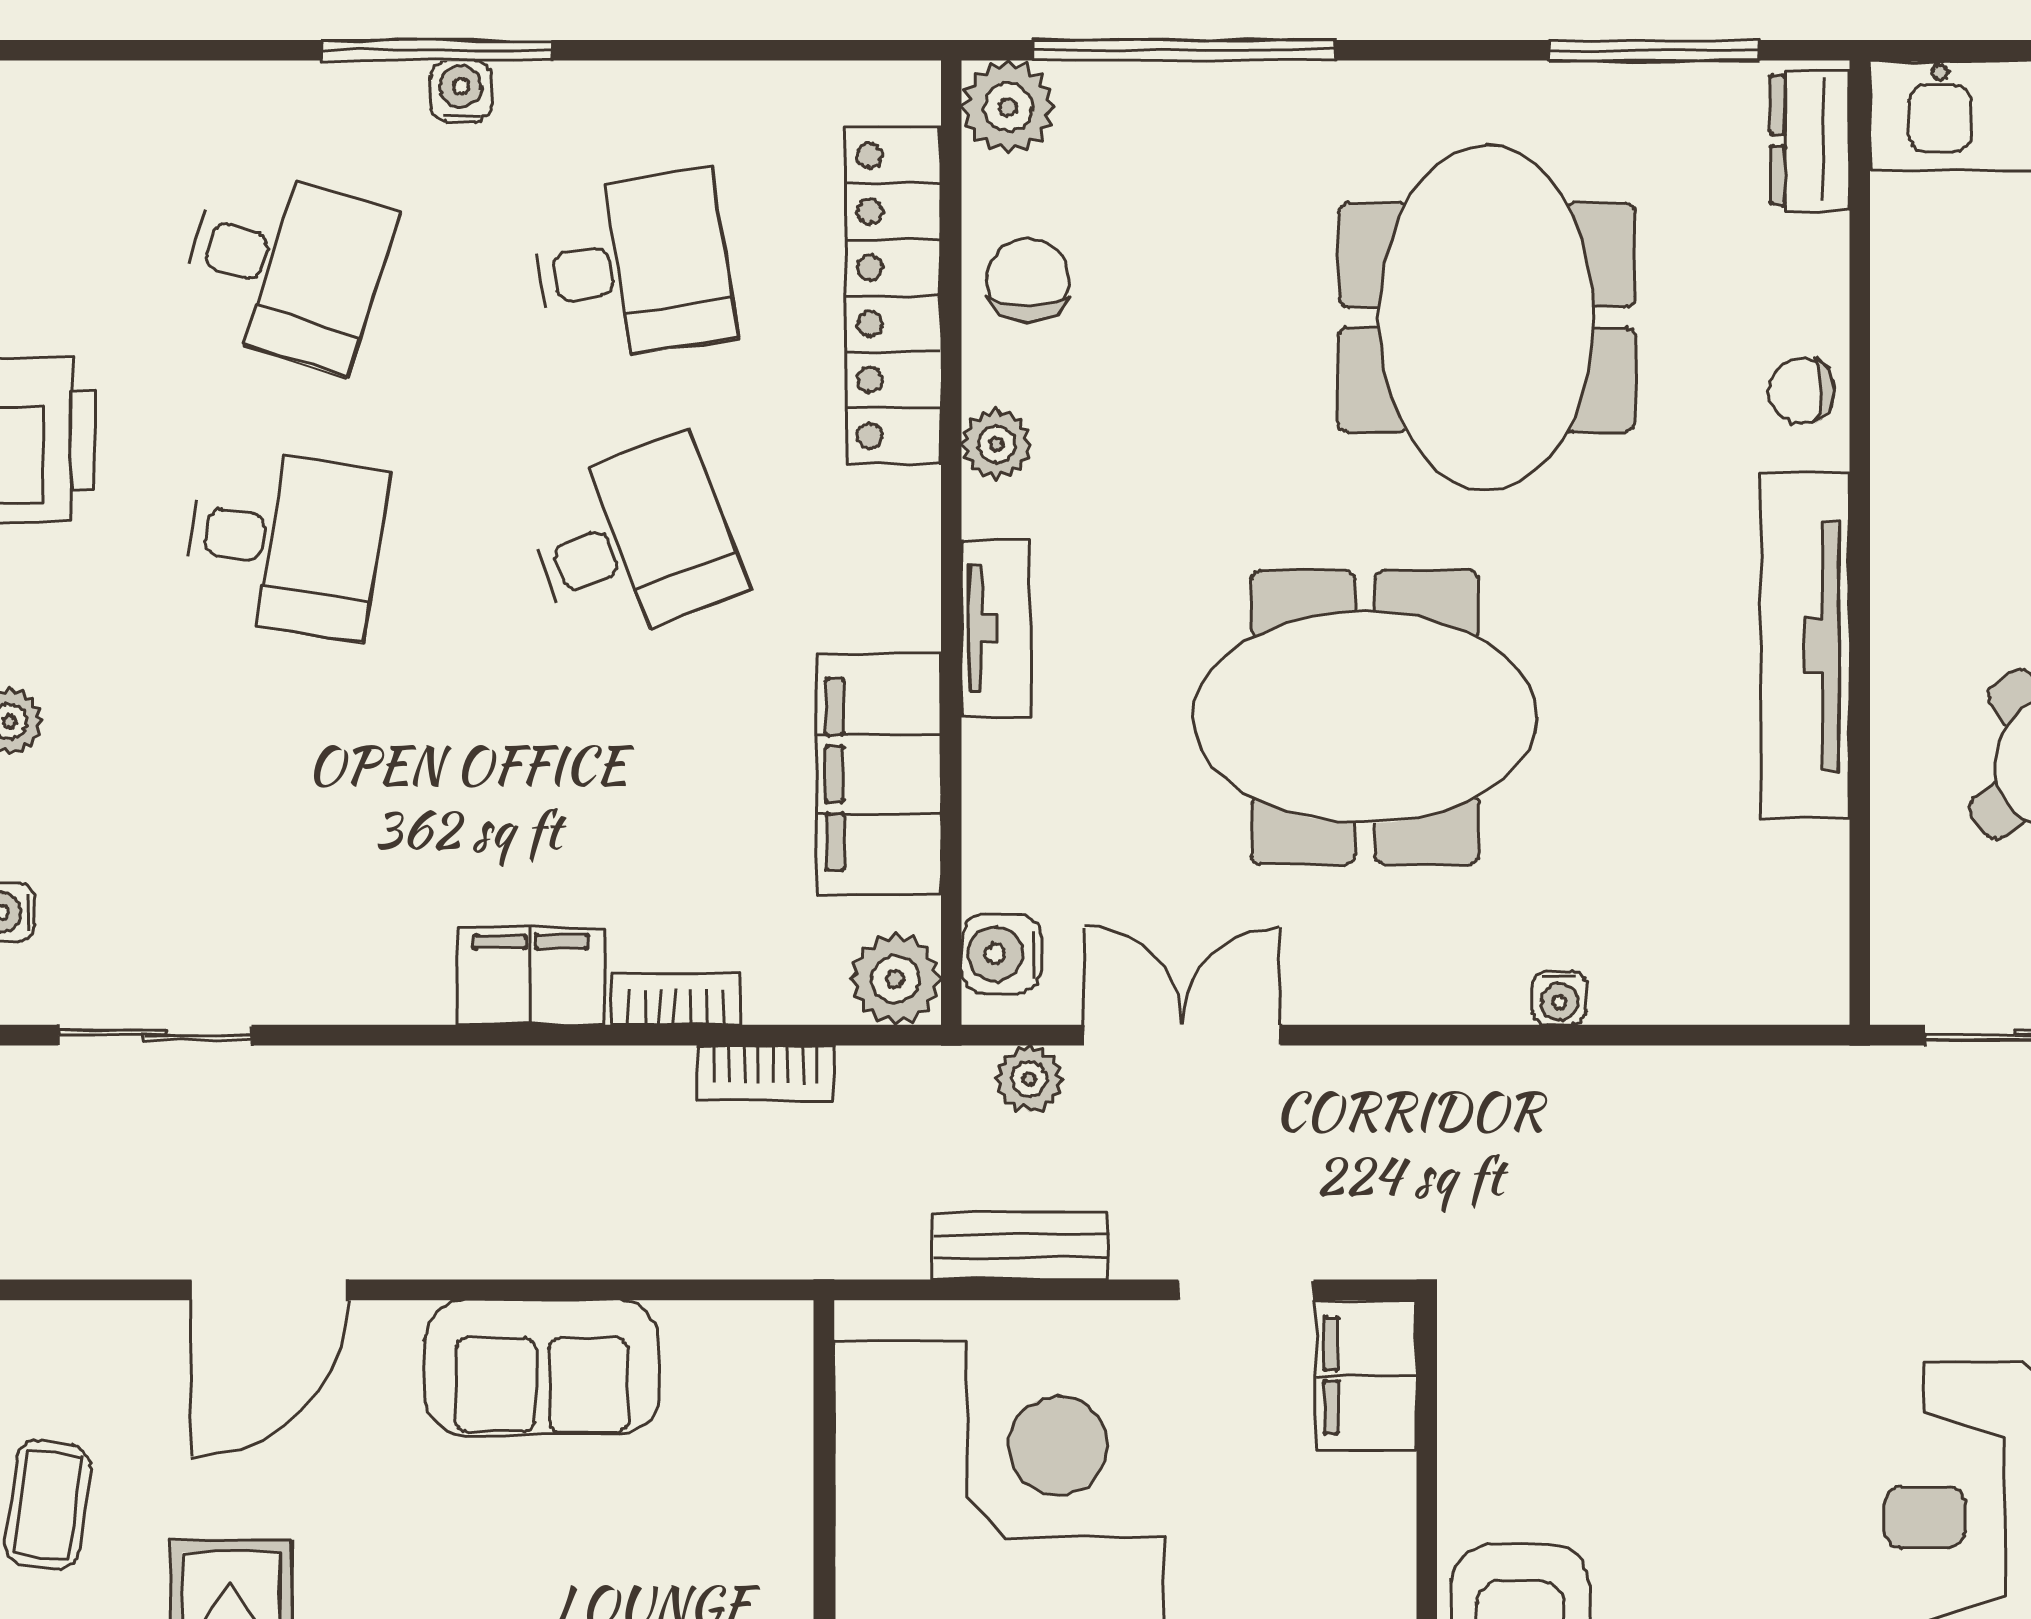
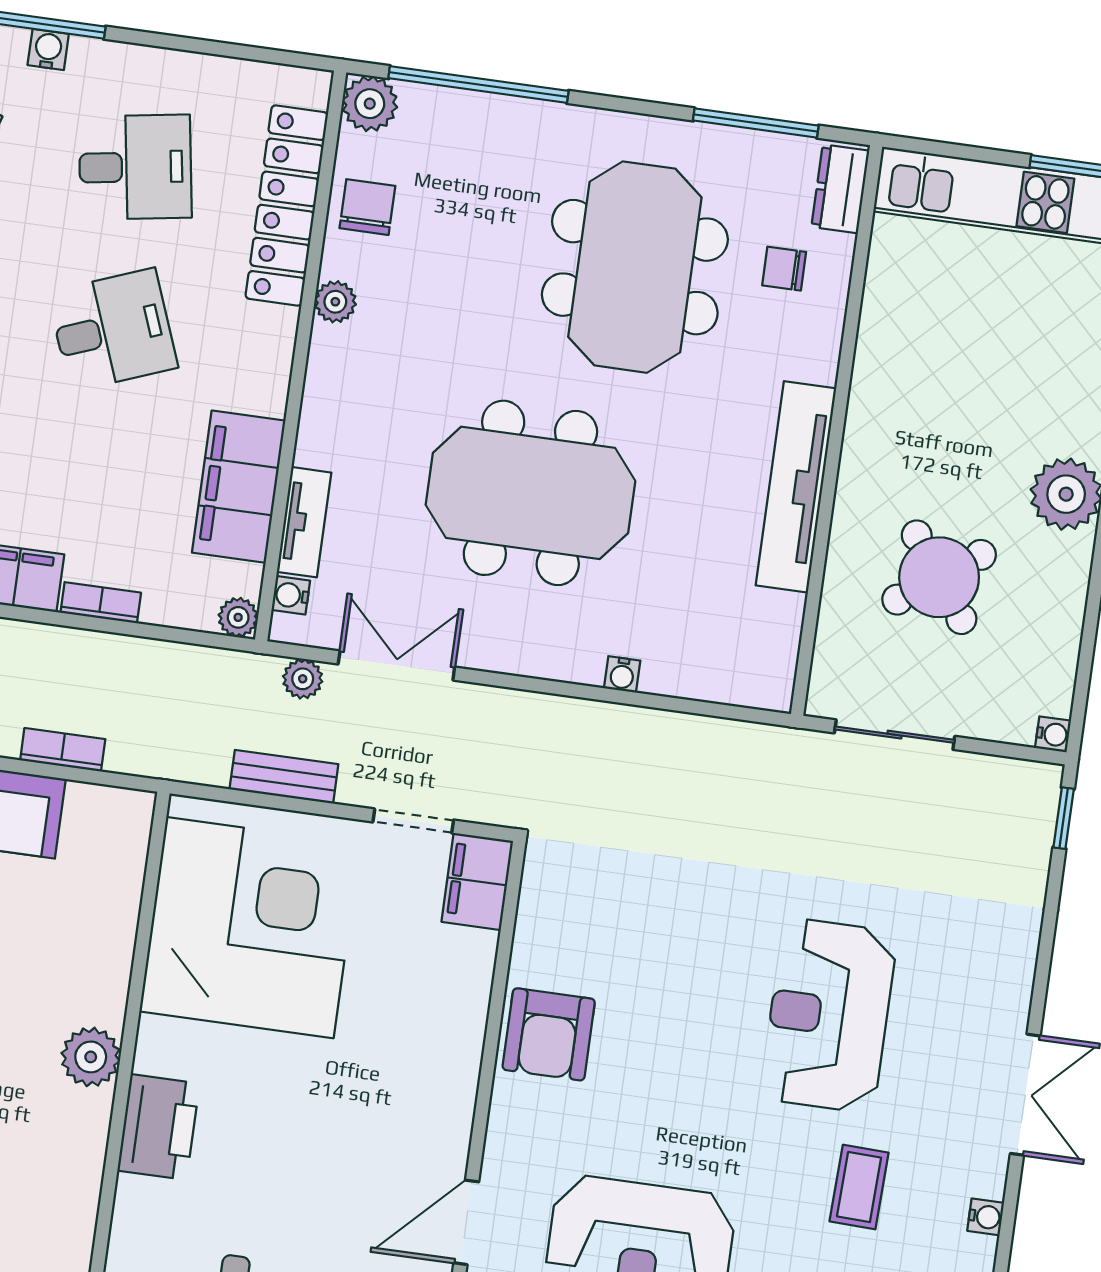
chair: (1802, 391) -> (784, 269), moved
tv unit: (995, 628) -> (304, 522), moved
water cooler: (1001, 954) -> (291, 595), width x0.72, depth x0.72
plant: (895, 979) -> (238, 617), width x0.73, depth x0.73
bookcase: (766, 1073) -> (63, 750), moved, turned 180

